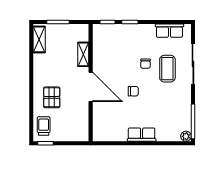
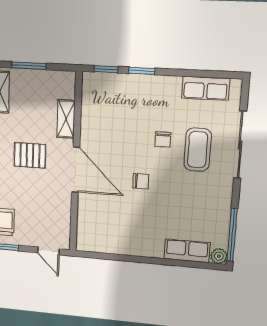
pallet: (52, 97) -> (30, 155), moved, turned 90
row of seats: (142, 135) -> (187, 251), moved
door: (74, 143) -> (48, 251), added

